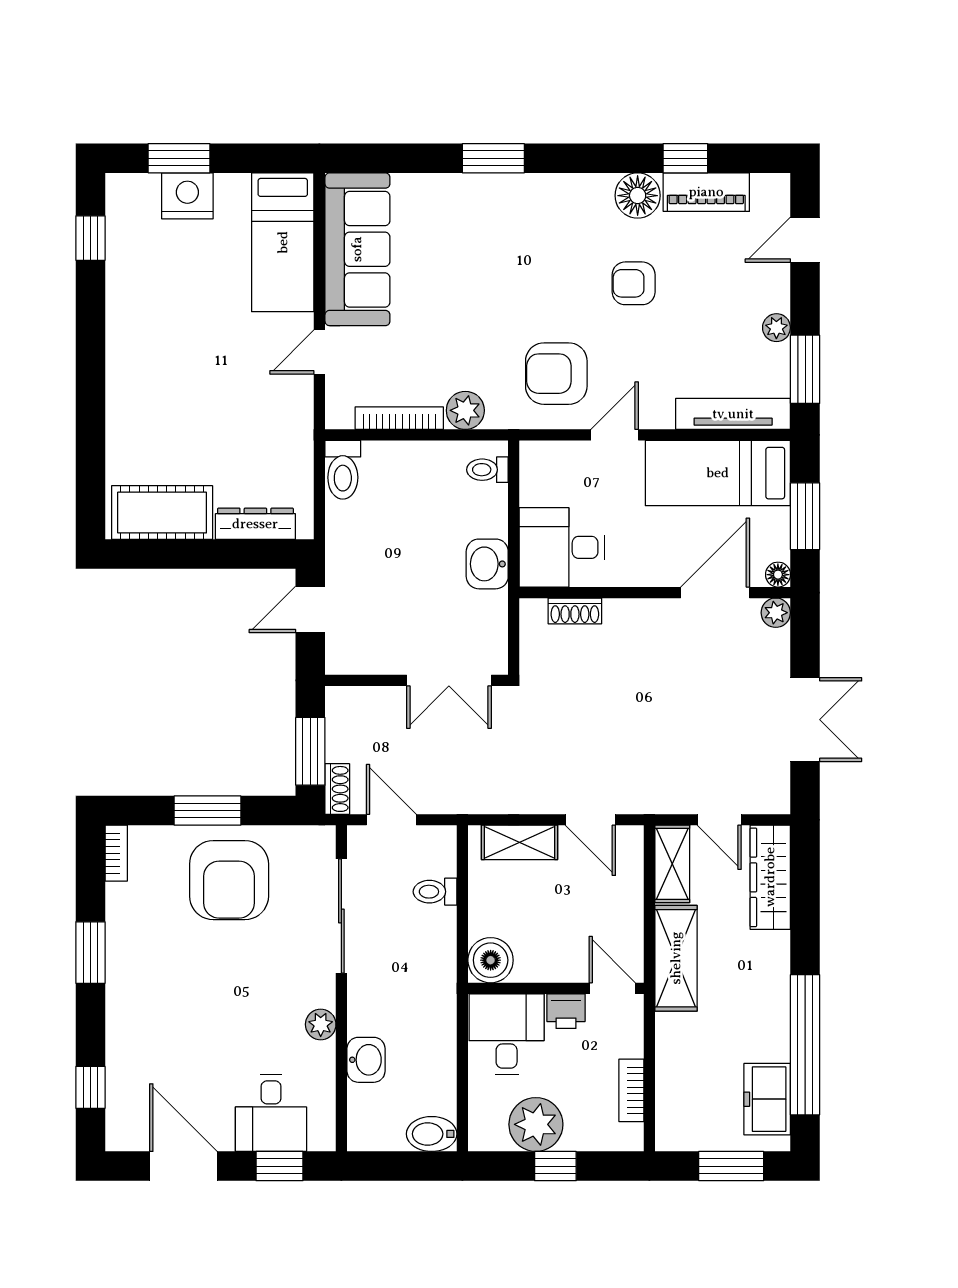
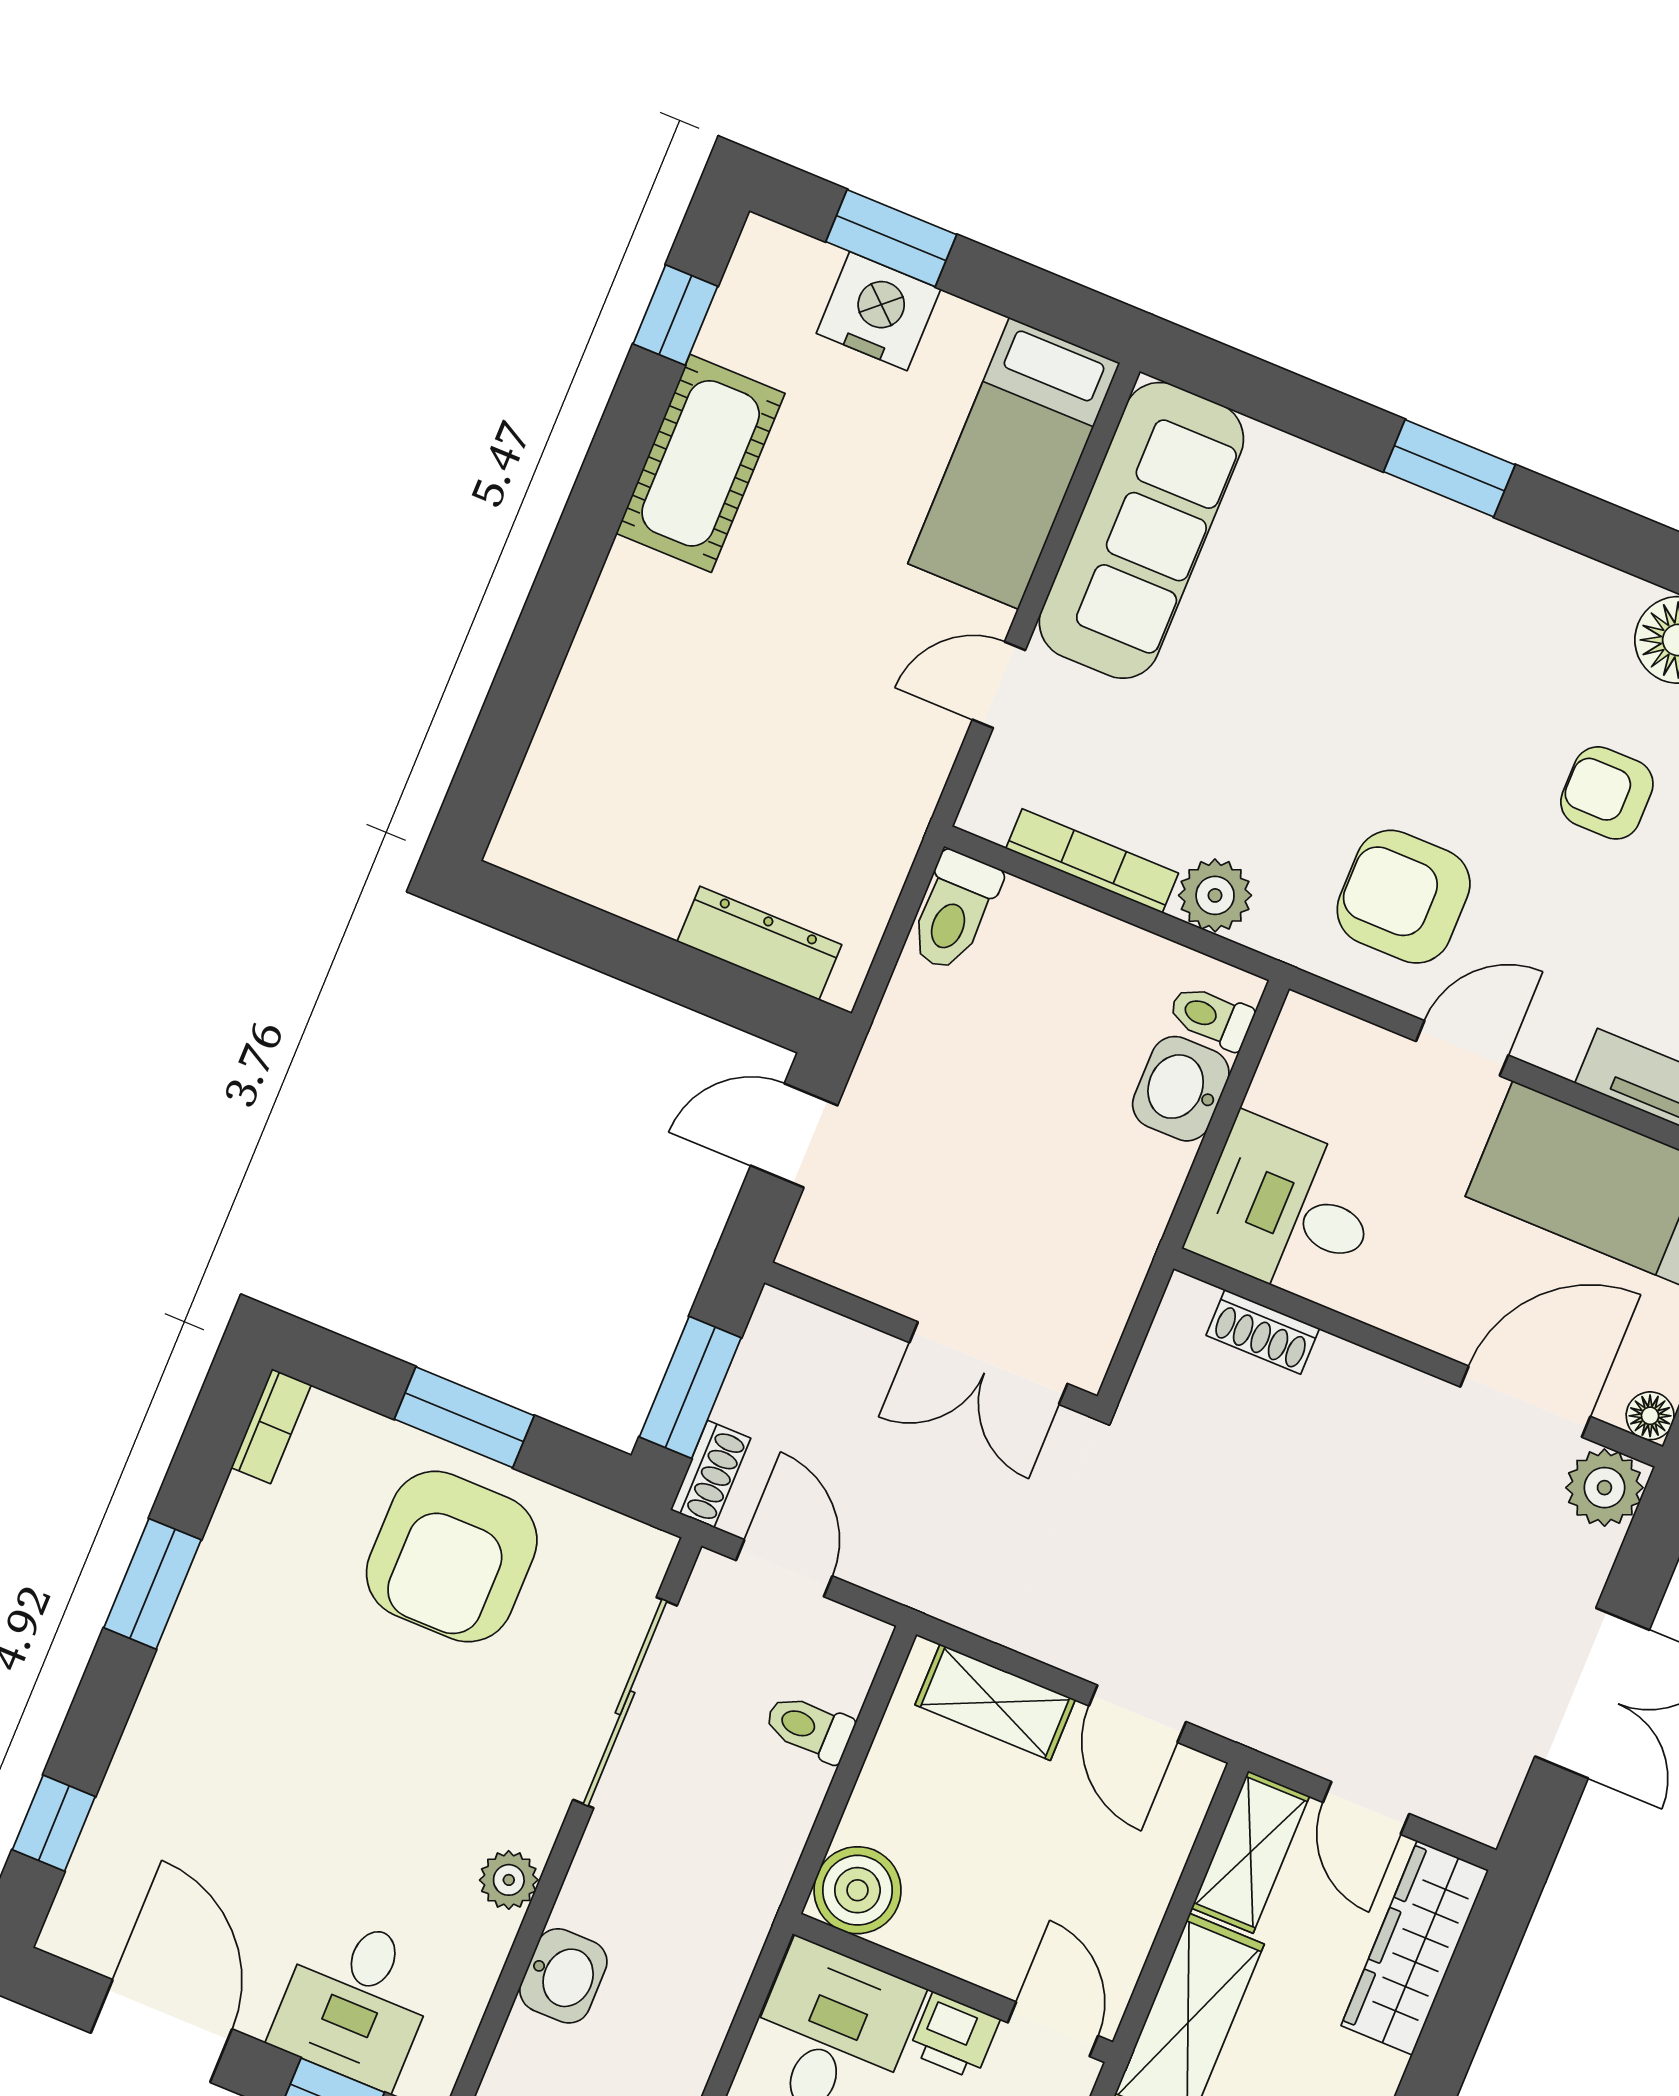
cot: (162, 513) -> (701, 463), moved, turned 90
washbasin: (487, 564) -> (1181, 1089), moved
plant: (776, 613) -> (1604, 1488), width x1.38, depth x1.38

